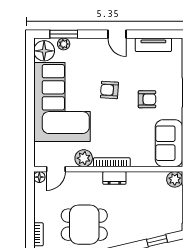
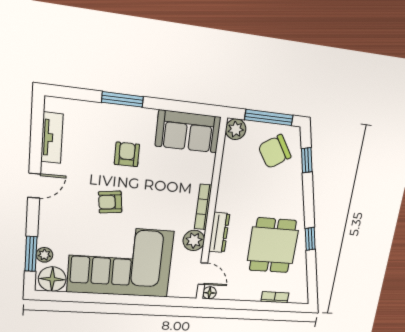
armchair: (109, 90) -> (110, 202), turned 79
dresser: (114, 178) -> (219, 233), moved, width x1.44
chair: (161, 213) -> (275, 152), added

